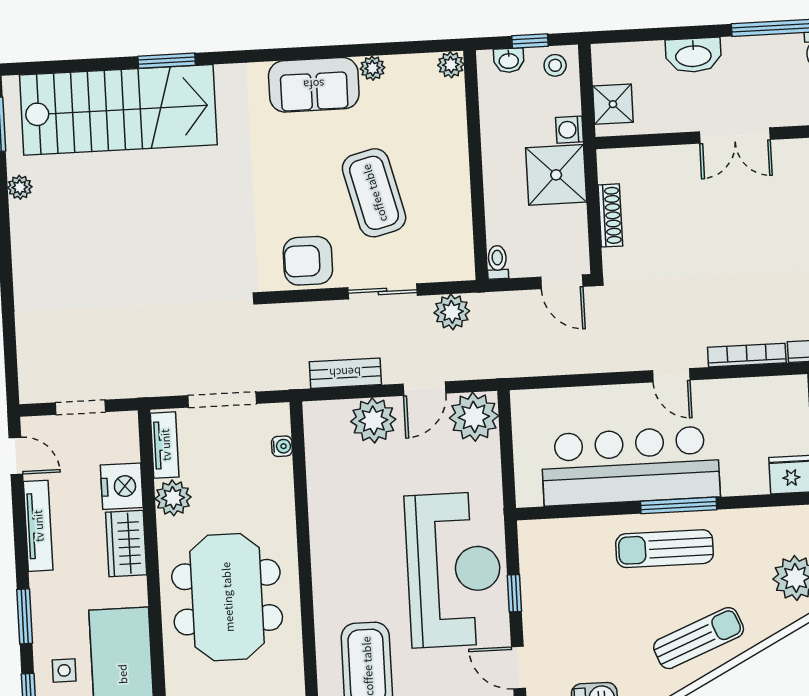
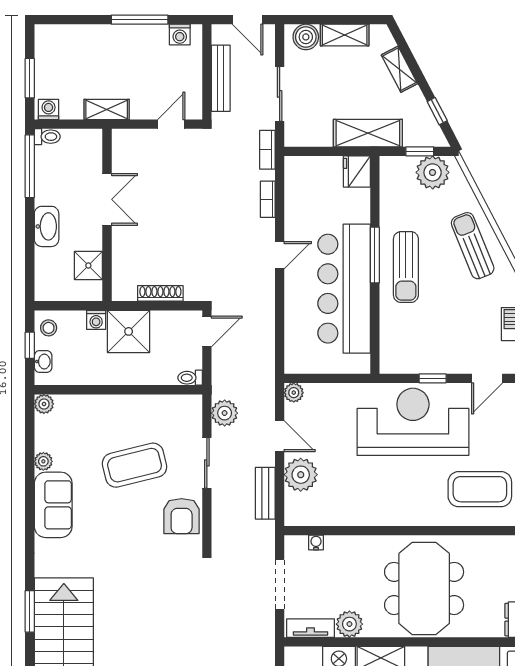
shower: (613, 104) -> (88, 266), moved
bookcase: (747, 355) -> (268, 199), width x0.64
plant: (474, 417) -> (294, 393), width x0.53, depth x0.53
meeting table: (227, 597) -> (424, 588), turned 90

